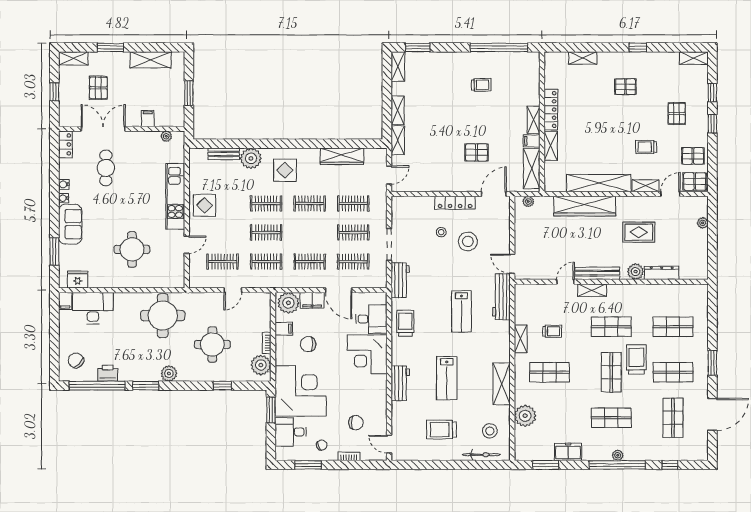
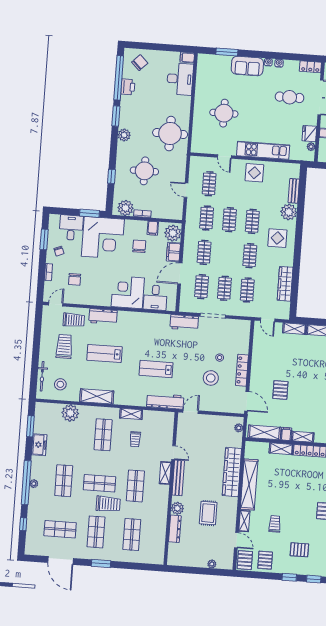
fridge: (78, 280) -> (309, 134), moved, turned 180
trolley: (405, 323) -> (74, 320), moved

